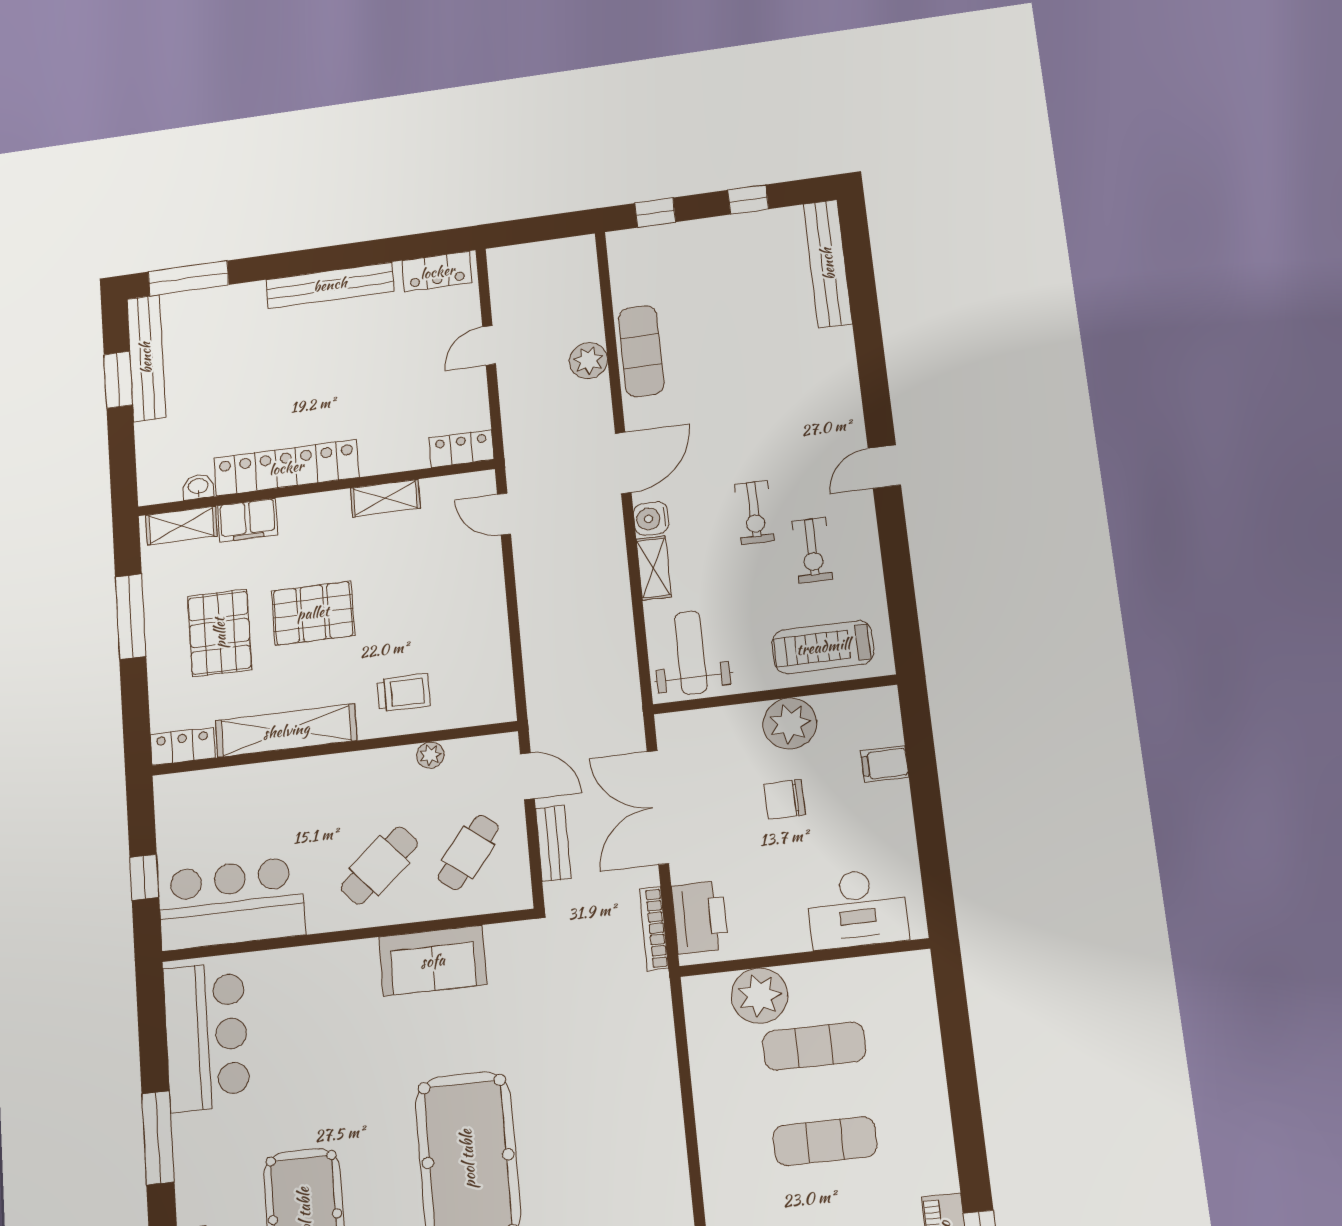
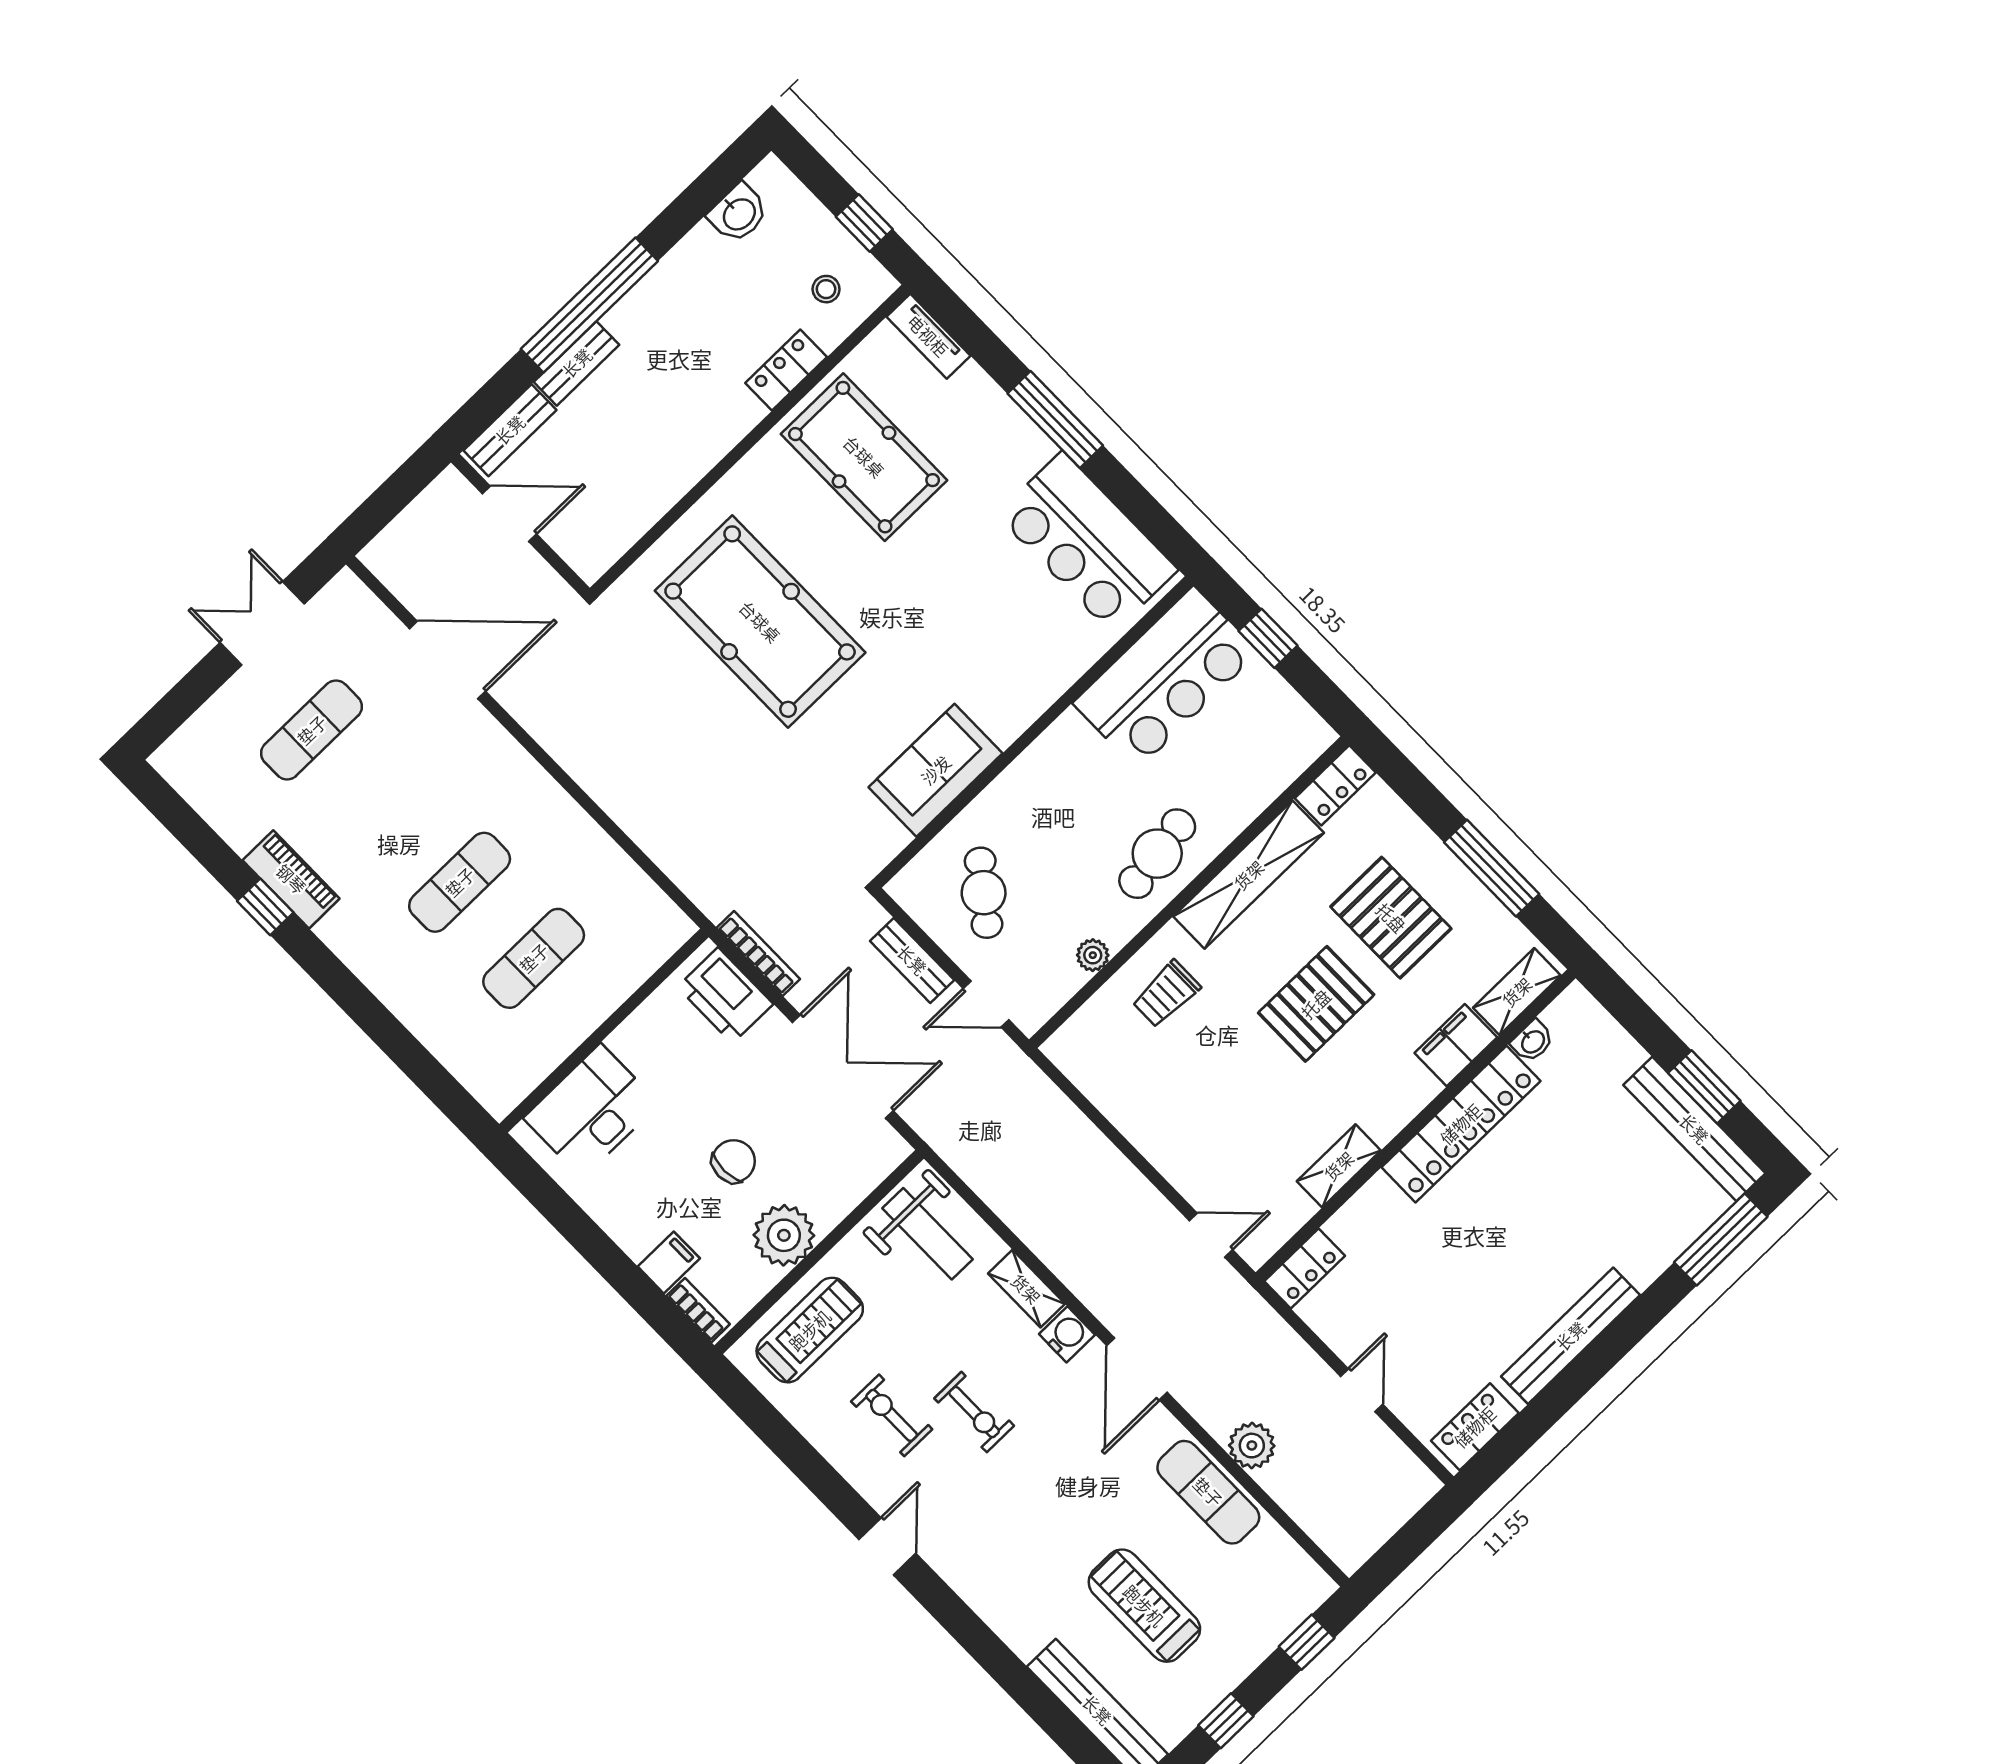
treadmill: (742, 308) -> (1144, 1606), added
exercise bike: (754, 513) -> (974, 1412), turned 180
bookcase: (890, 717) -> (698, 1310), added
cafe table: (379, 865) -> (1157, 854), moved, turned 32
plant: (759, 996) -> (617, 966), removed

